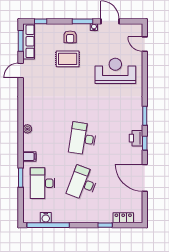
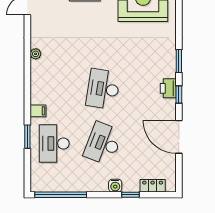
plant: (27, 129) -> (36, 54), moved
water cooler: (46, 218) -> (115, 186), moved

